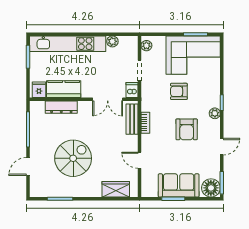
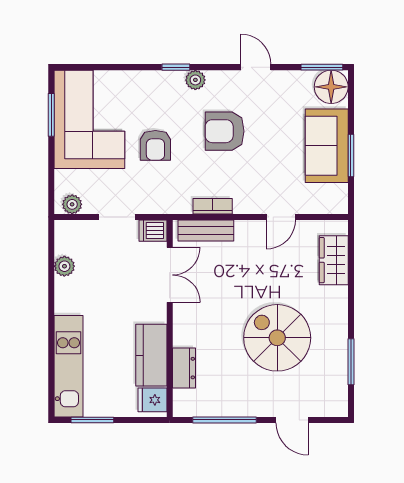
kitchen unit: (68, 44) -> (69, 366), width x0.73
dresser: (61, 107) -> (184, 368), width x0.70
armchair: (187, 129) -> (225, 131), turned 180

